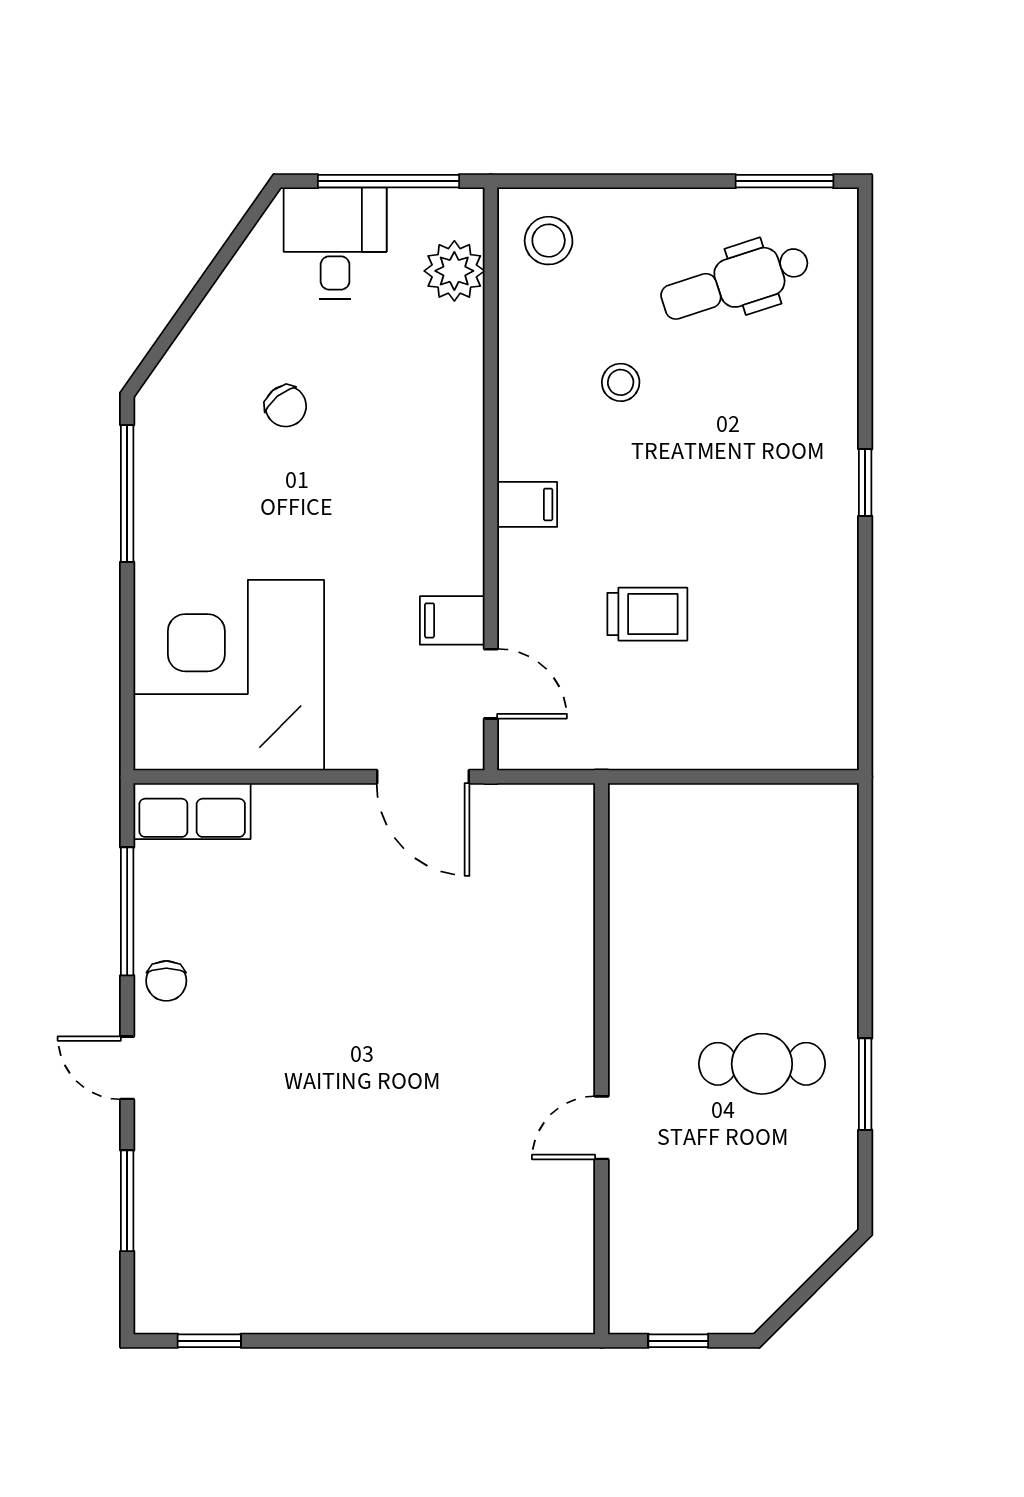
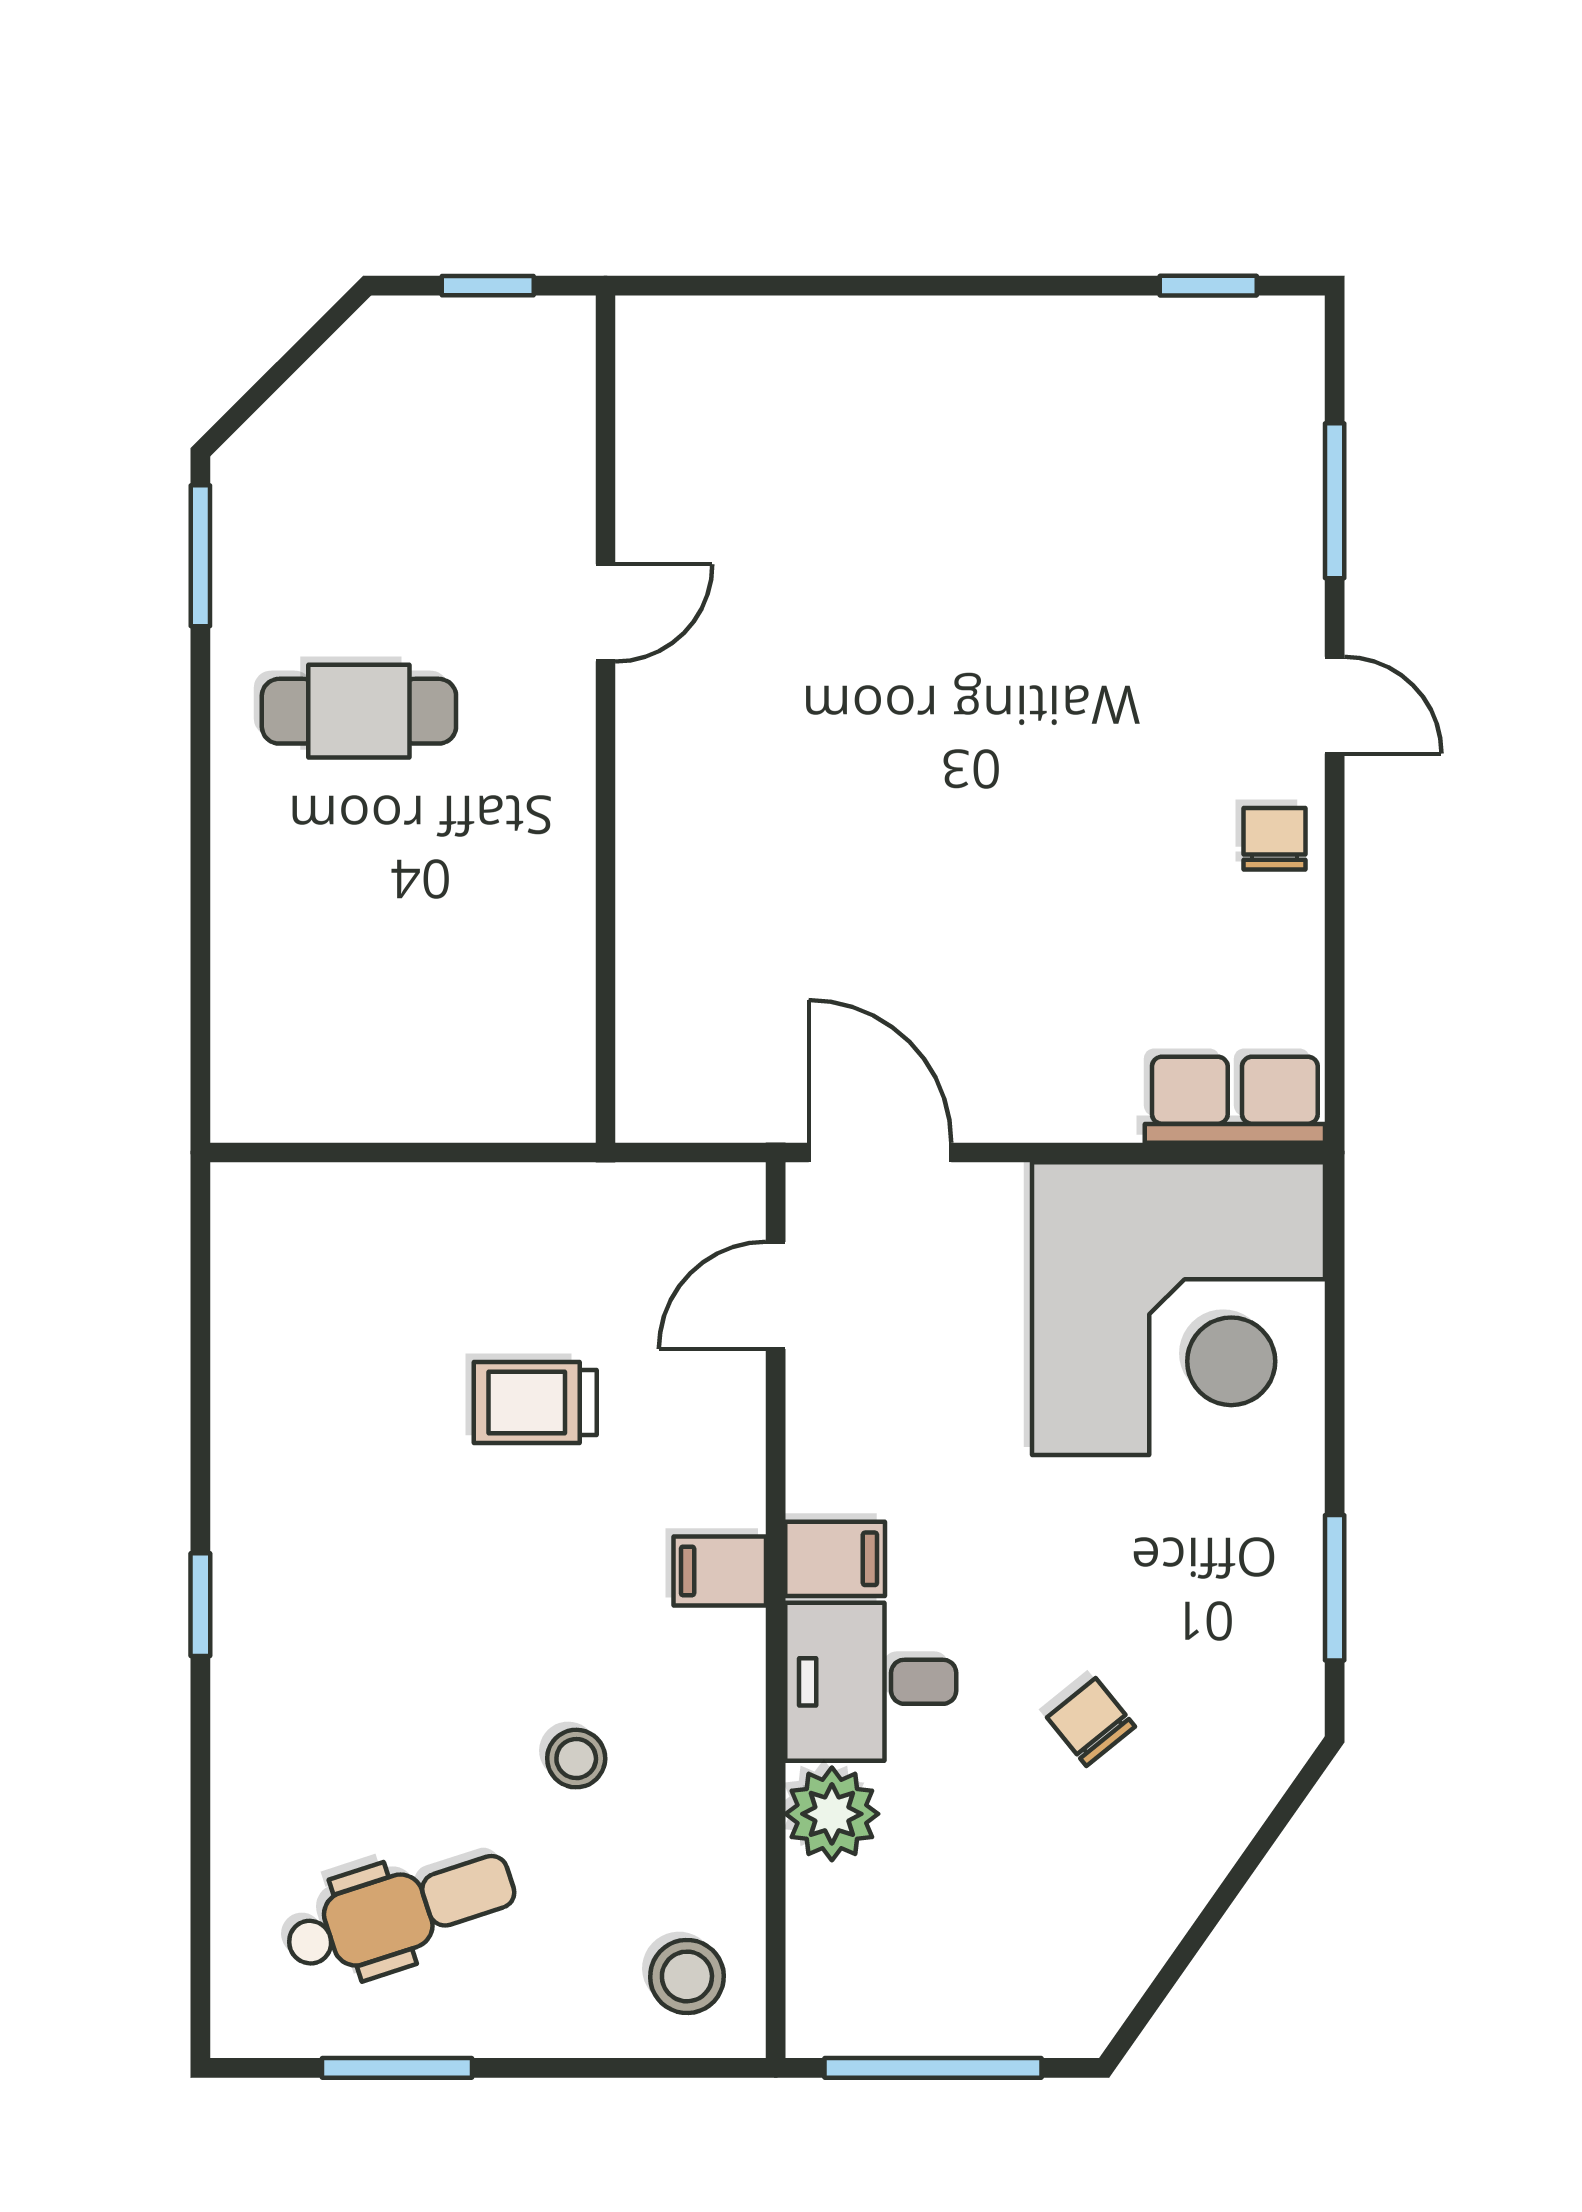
window: (785, 181) -> (397, 2068), moved
desk: (335, 243) -> (871, 1682), moved, turned 90
plant: (454, 271) -> (832, 1814), moved
window: (127, 494) -> (1335, 1588), width x0.69
filing cabinet: (452, 620) -> (835, 1559), moved
door: (491, 684) -> (776, 1296), hinge flipped
window: (127, 911) -> (1335, 946), removed
window: (865, 1084) -> (200, 556), moved

